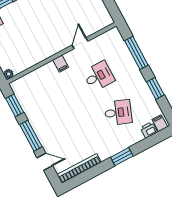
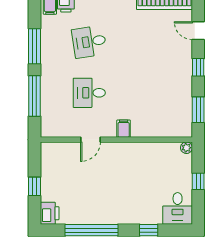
window: (155, 88) -> (35, 46), width x1.44
desk: (118, 112) -> (89, 42), turned -30
window: (31, 136) -> (198, 67), width x0.46

